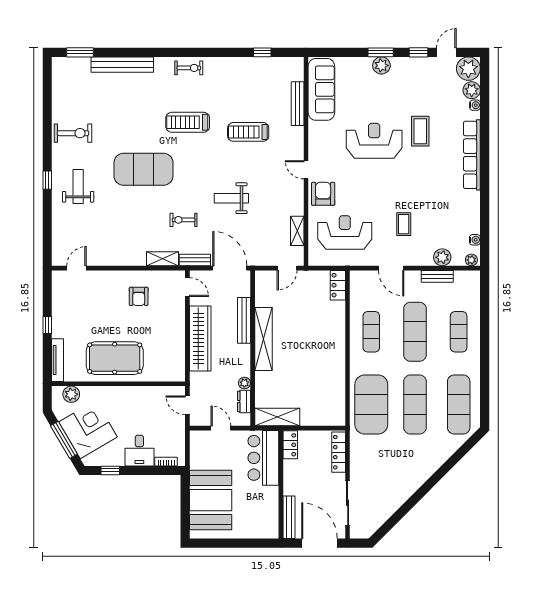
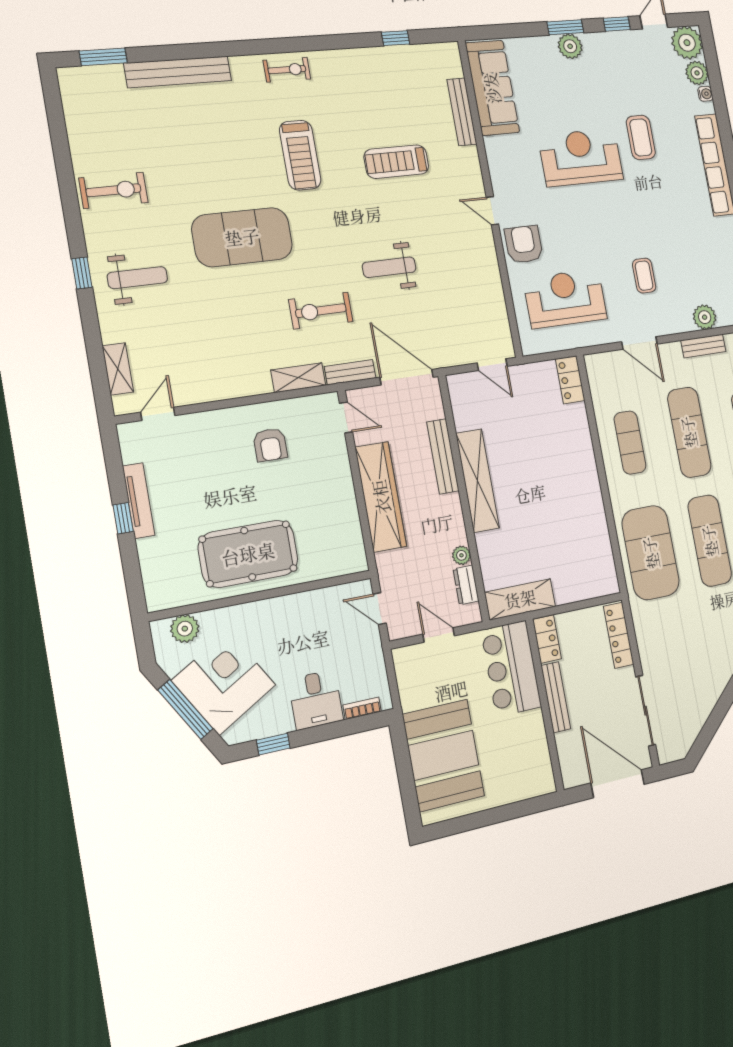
treadmill: (188, 122) -> (300, 155), turned -90
weight bench: (78, 187) -> (137, 278), turned 90
exercise bike: (184, 220) -> (321, 311), width x1.38, depth x1.39
shelving: (297, 231) -> (118, 369), moved
door: (287, 268) -> (492, 365), hinge flipped
tv unit: (58, 360) -> (139, 501), moved
bench: (289, 517) -> (556, 697), moved

